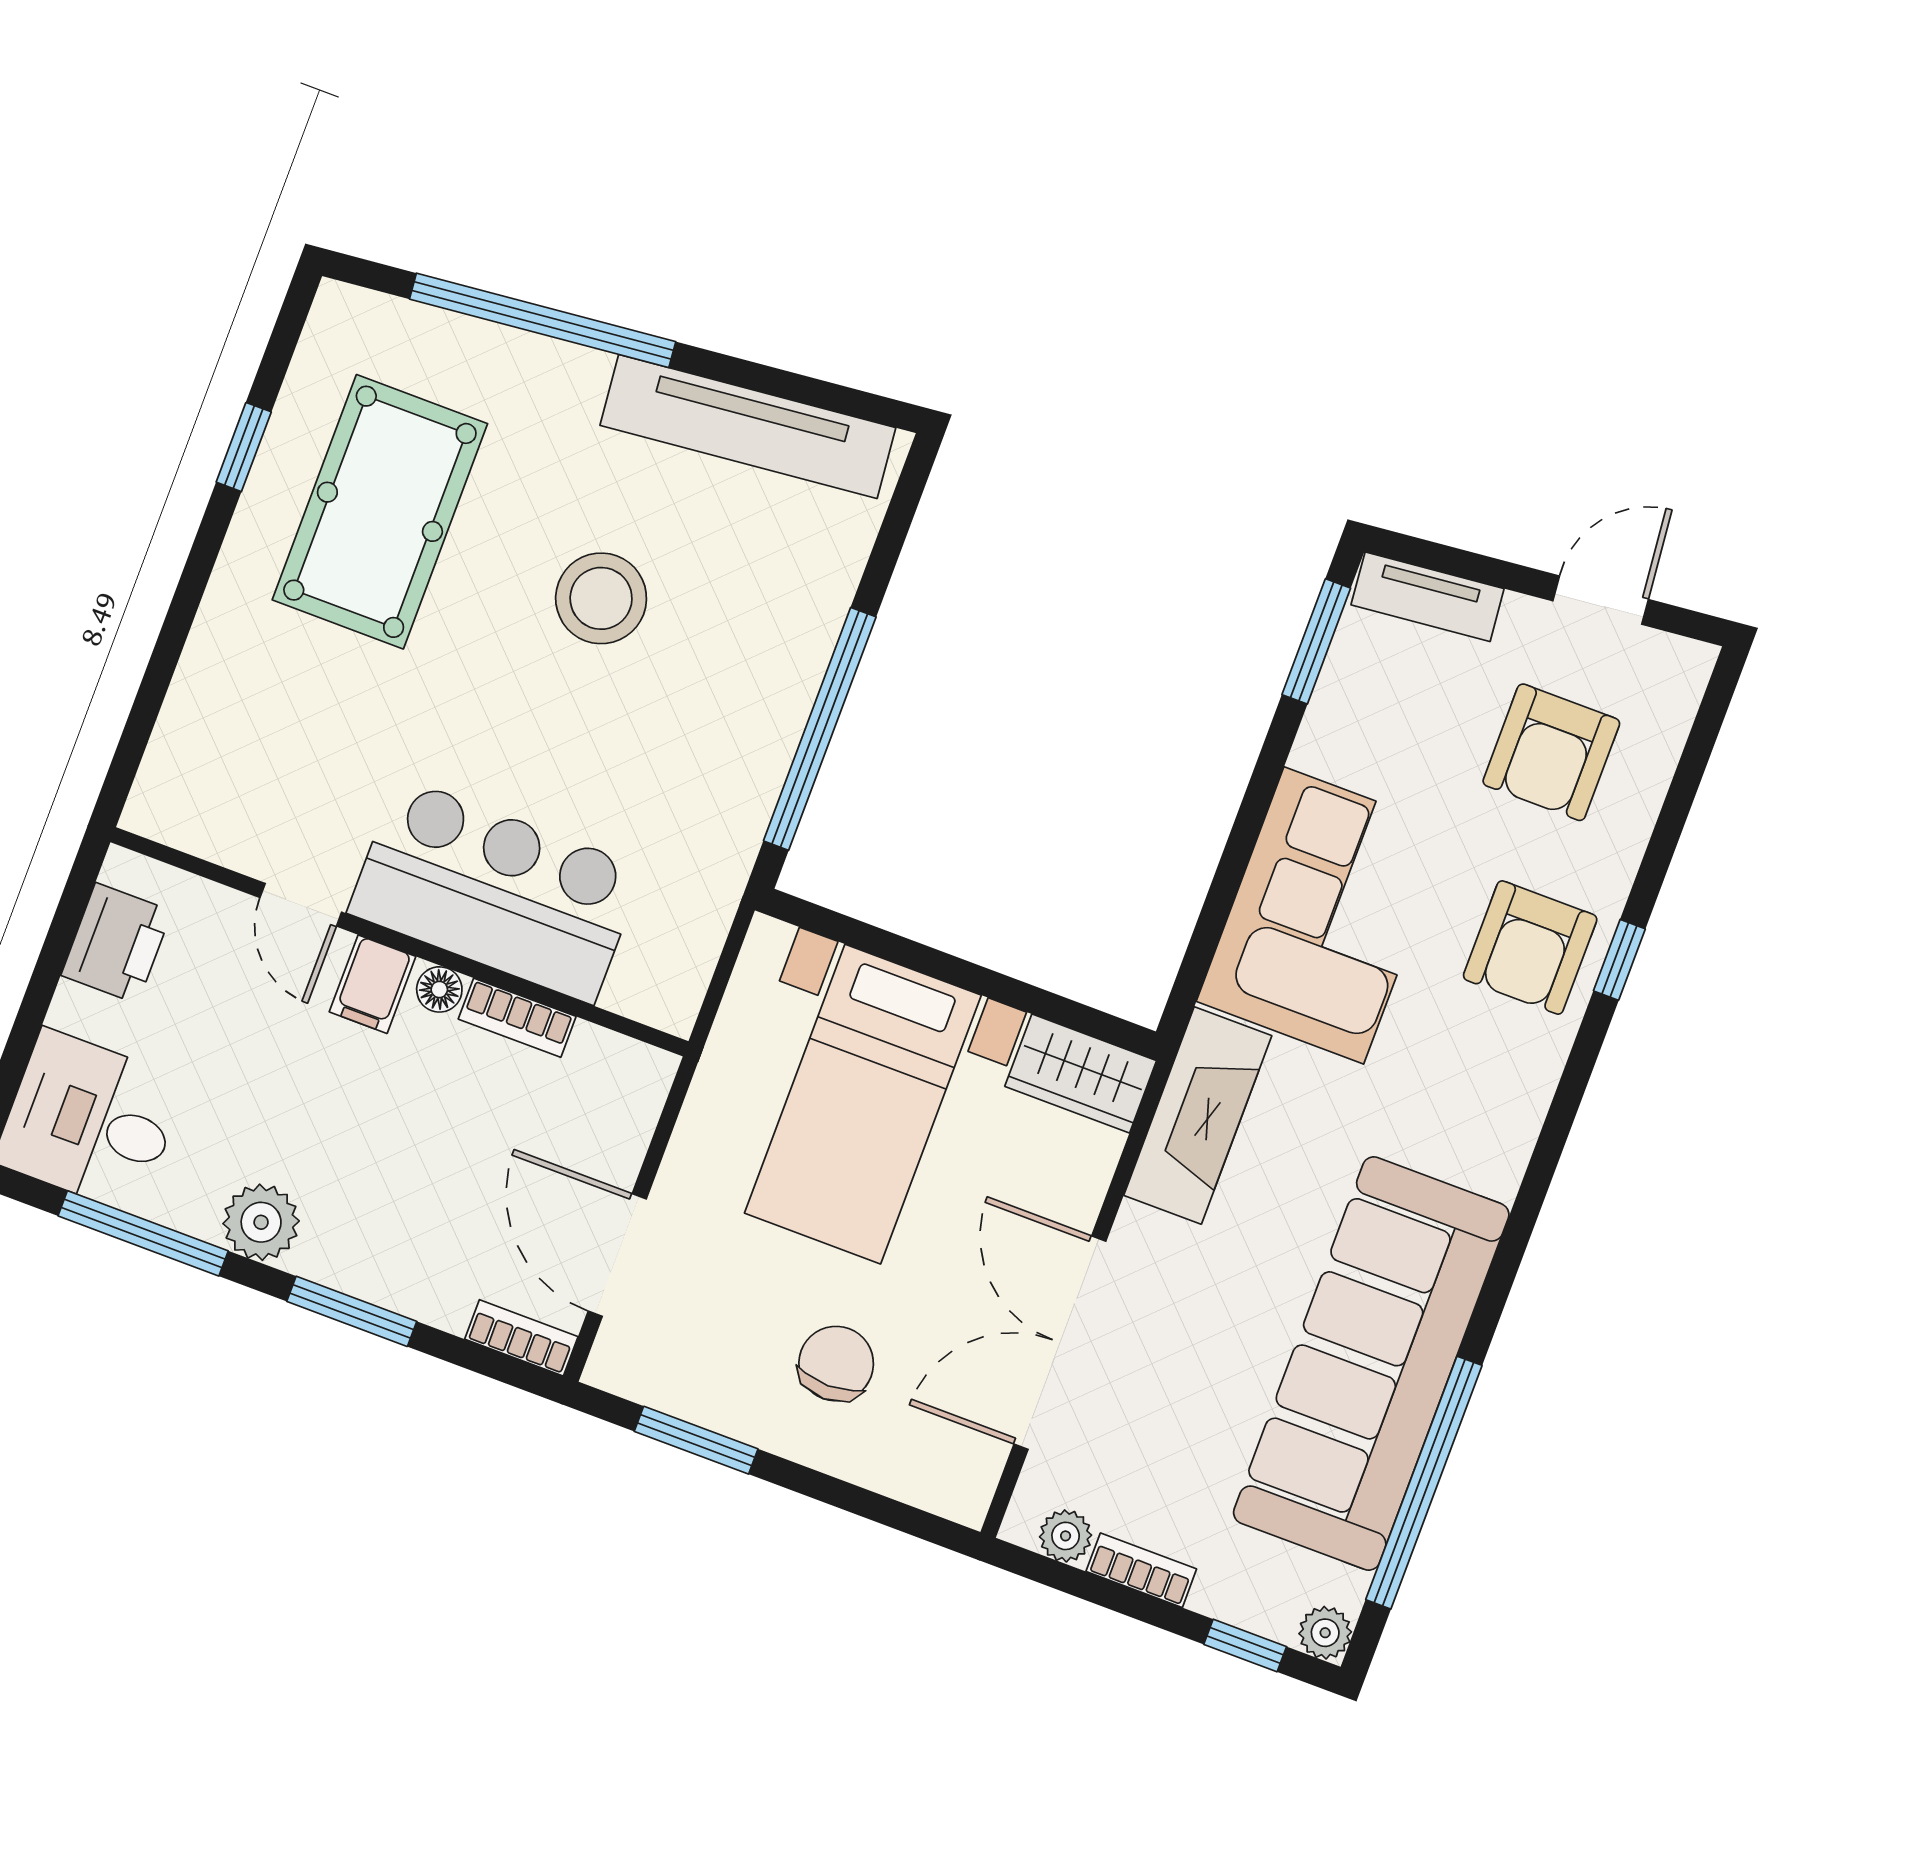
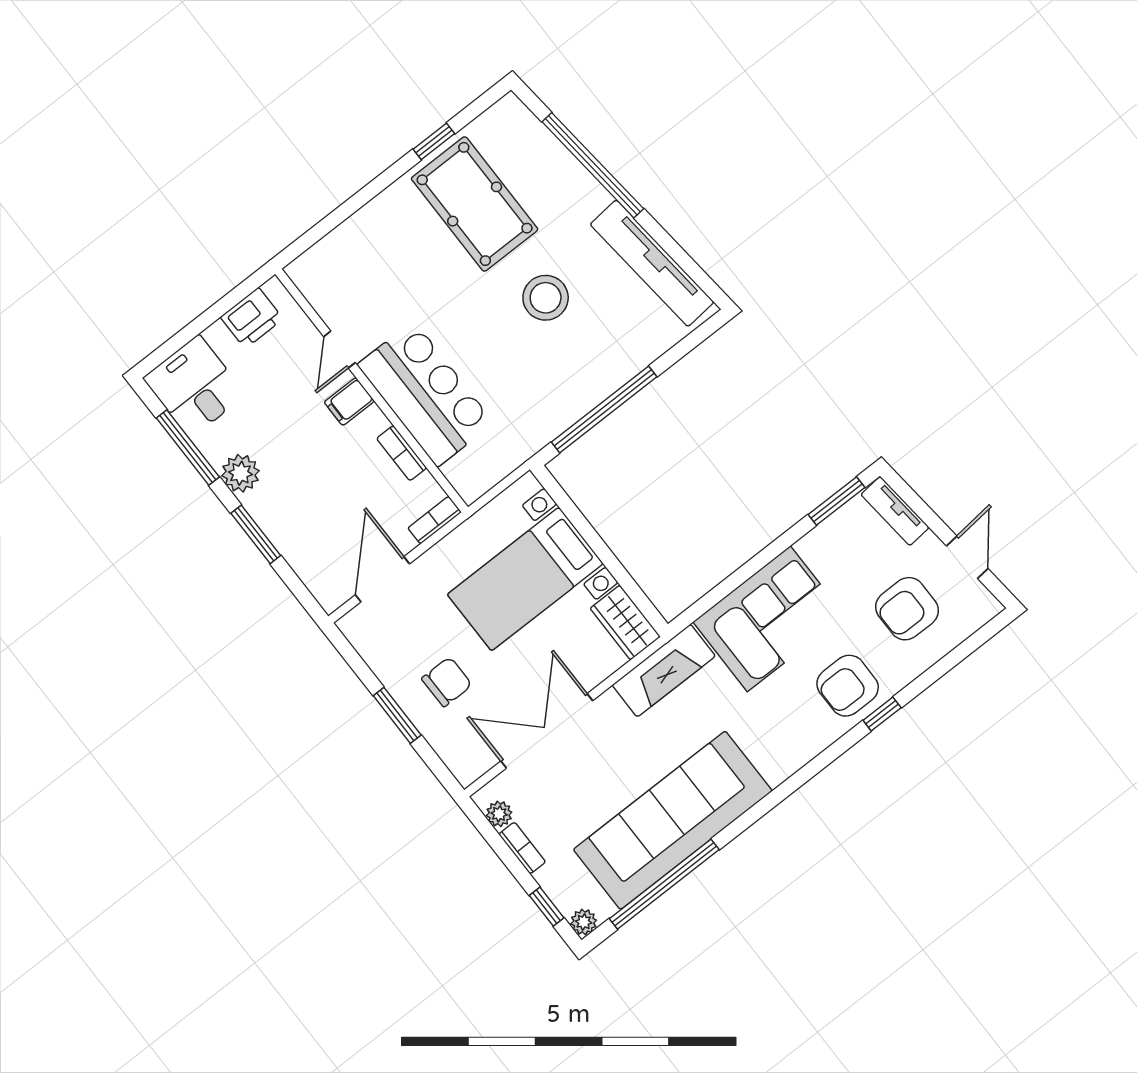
pool table: (380, 512) -> (475, 204), turned 90
door: (1601, 600) -> (967, 557), hinge flipped
floor lamp: (439, 989) -> (376, 421), removed
bookcase: (521, 1338) -> (435, 520), moved, turned -90
window: (696, 1440) -> (397, 715), moved

